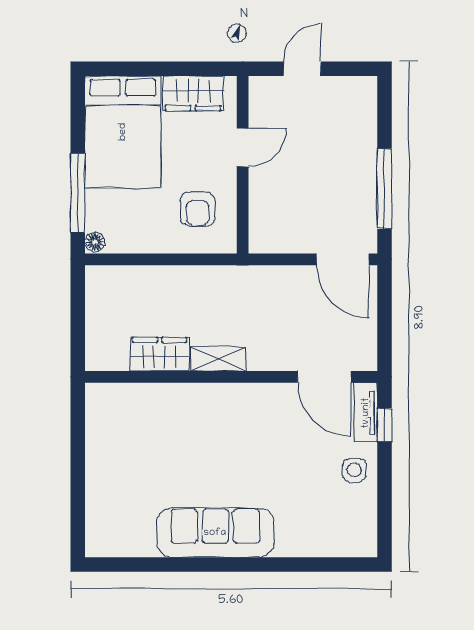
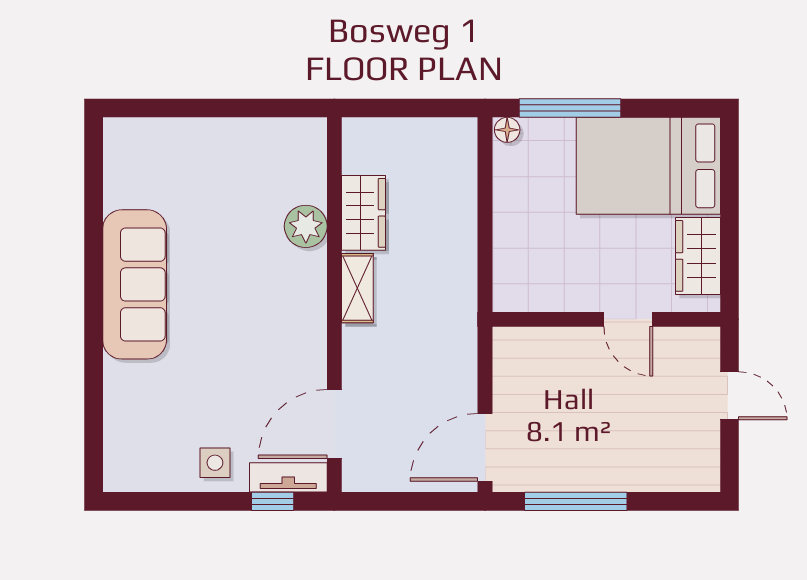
armchair: (198, 209) -> (550, 262), removed
plant: (170, 399) -> (306, 226), added

